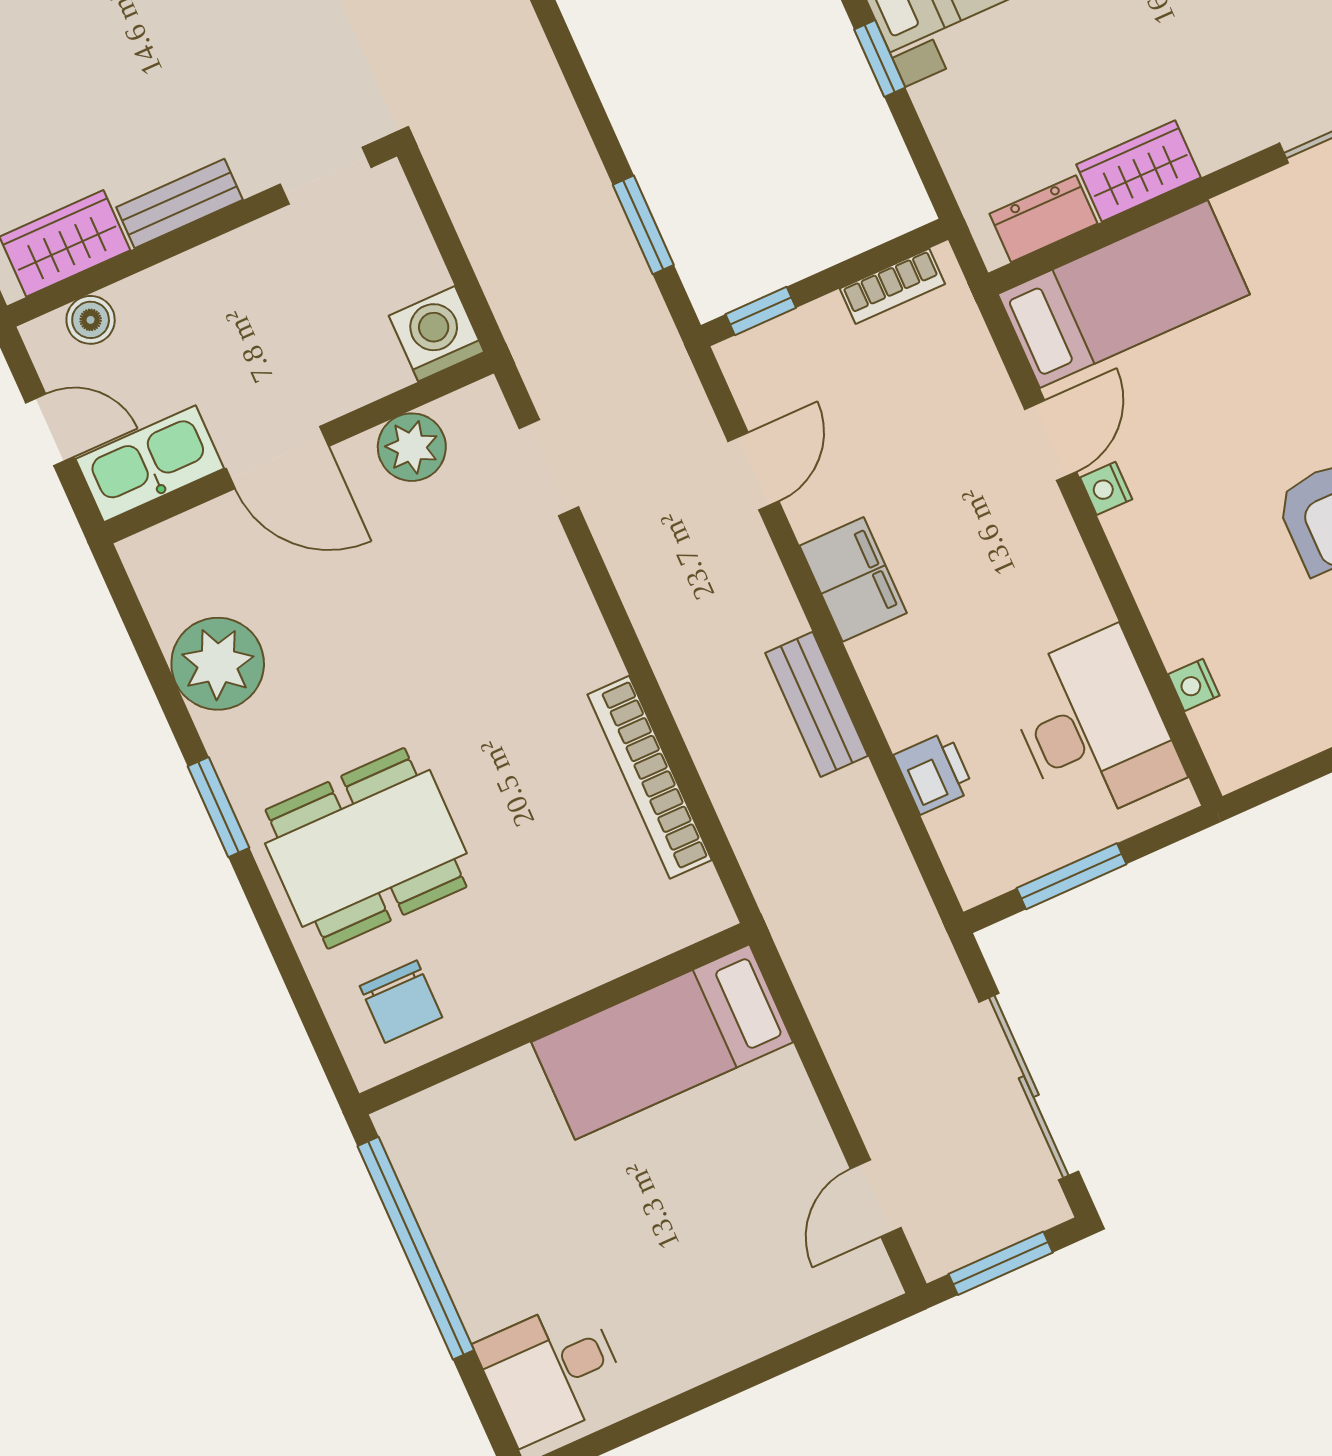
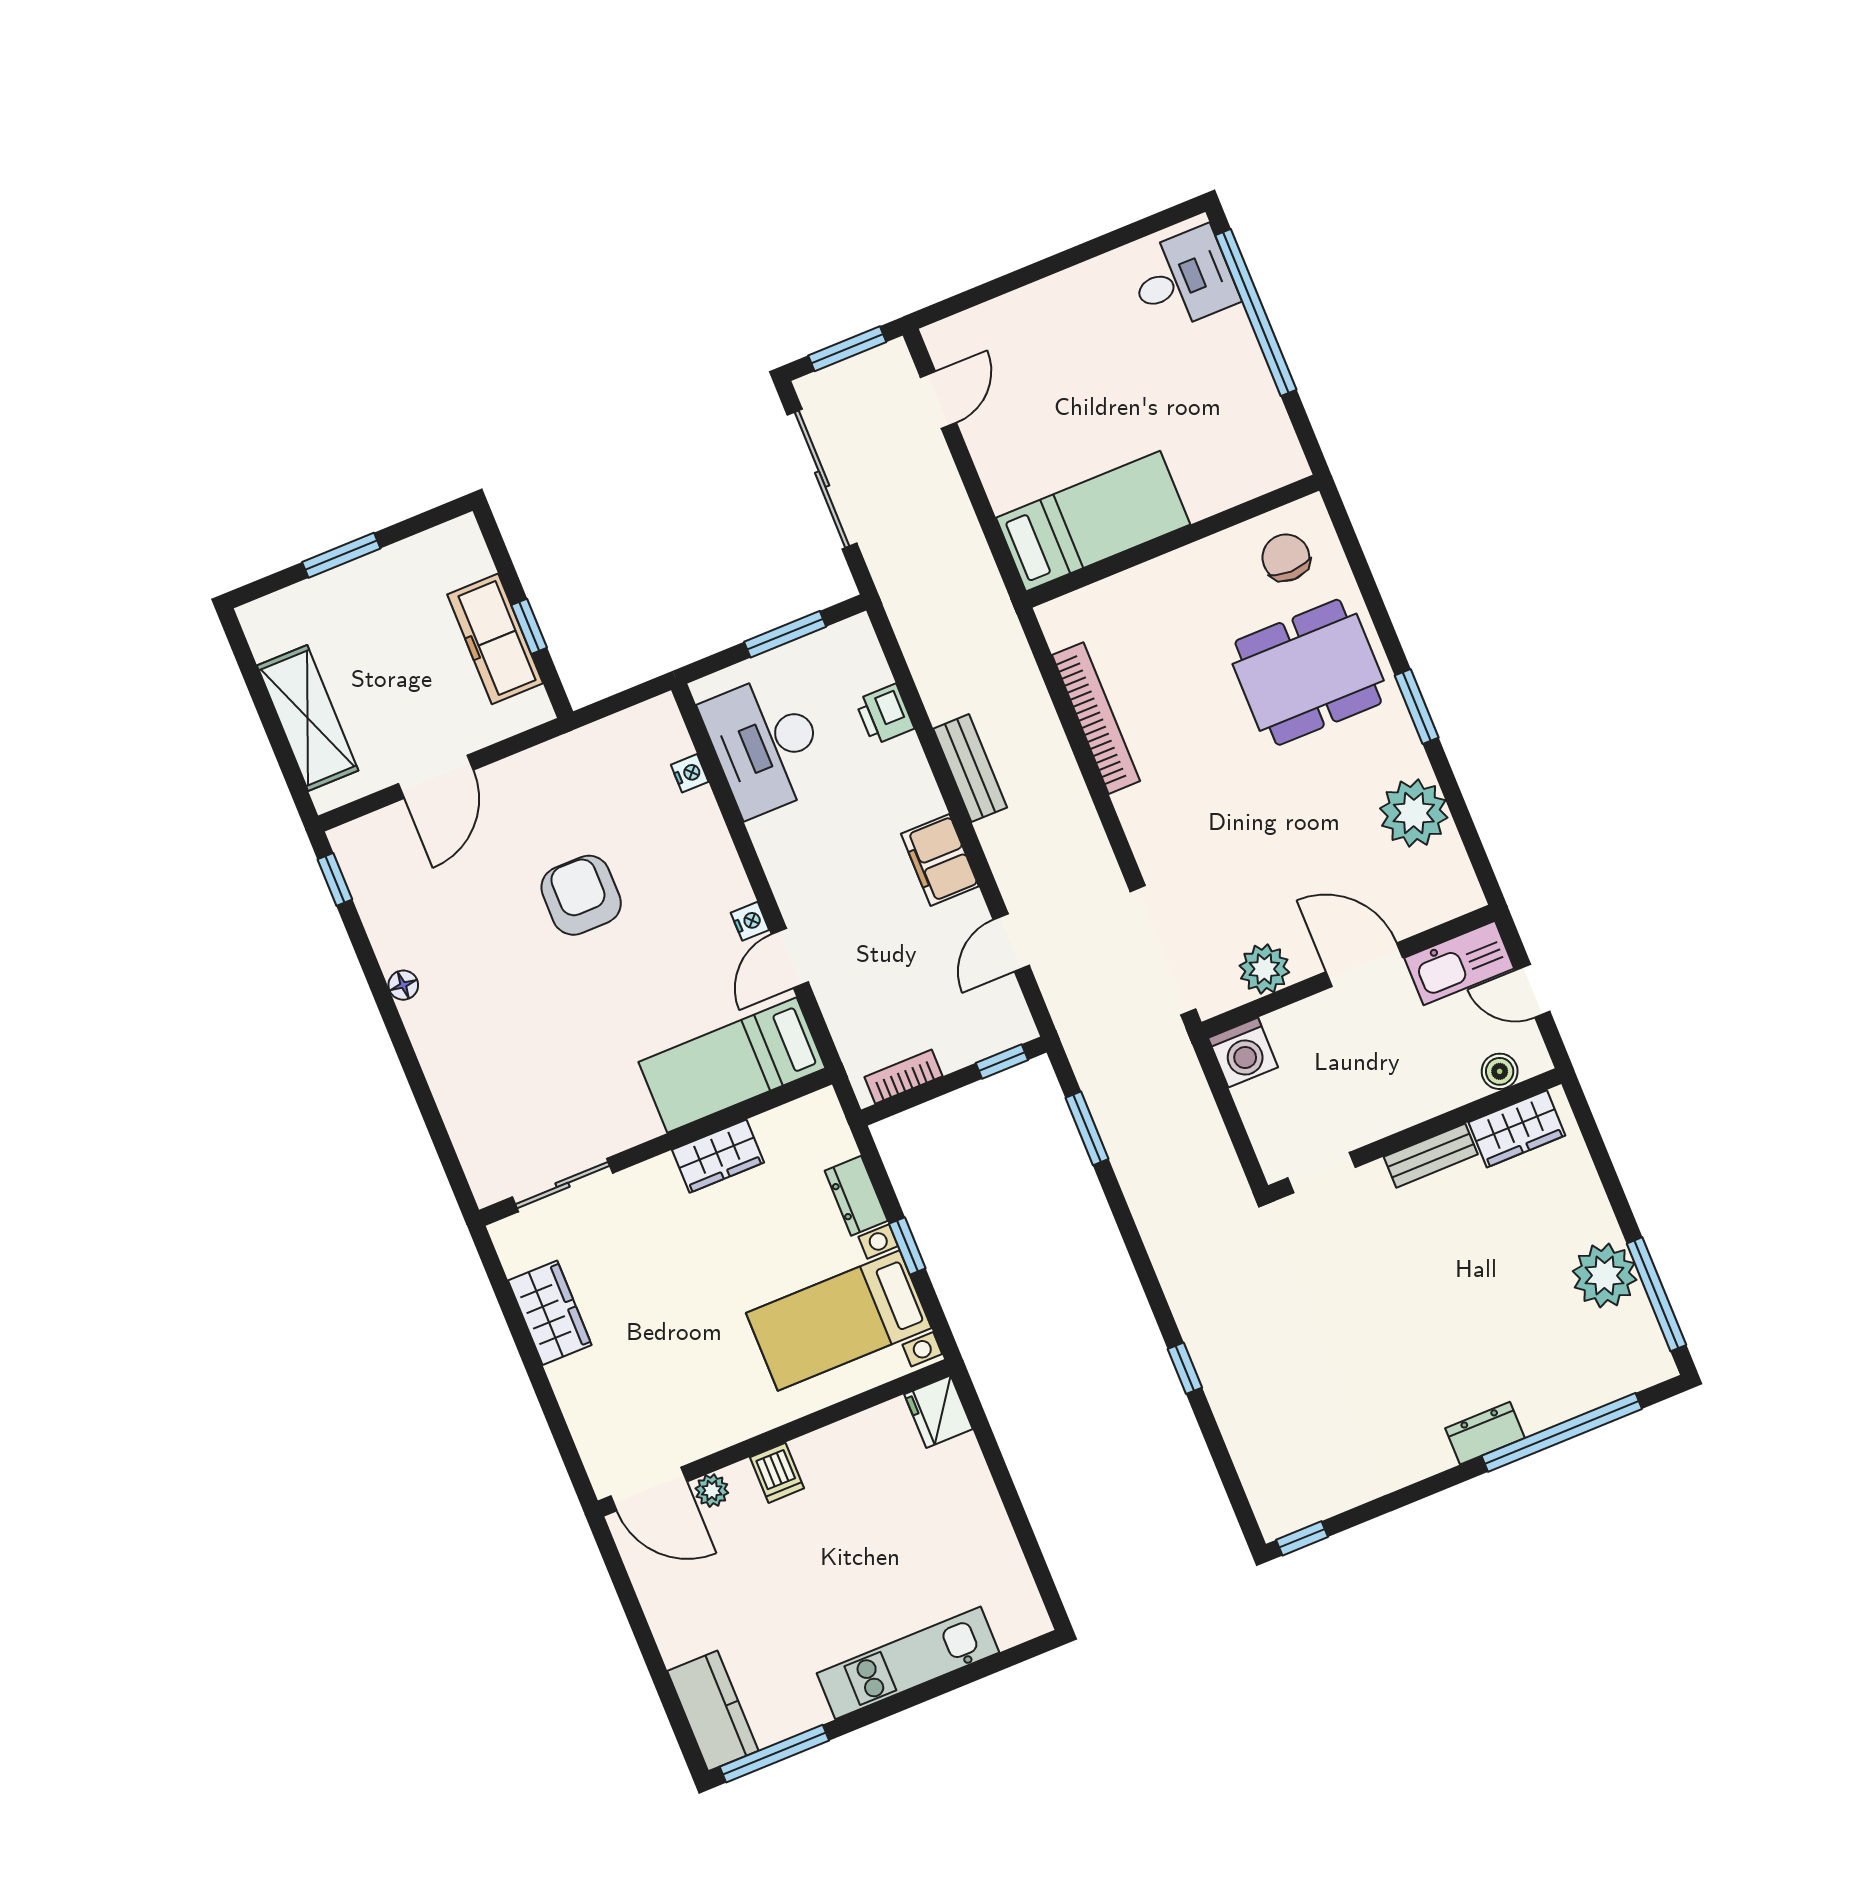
dresser: (1044, 219) -> (856, 1196), moved, turned 90
doorway: (549, 468) -> (1163, 950), width x1.88
window: (416, 1248) -> (1256, 312), moved

